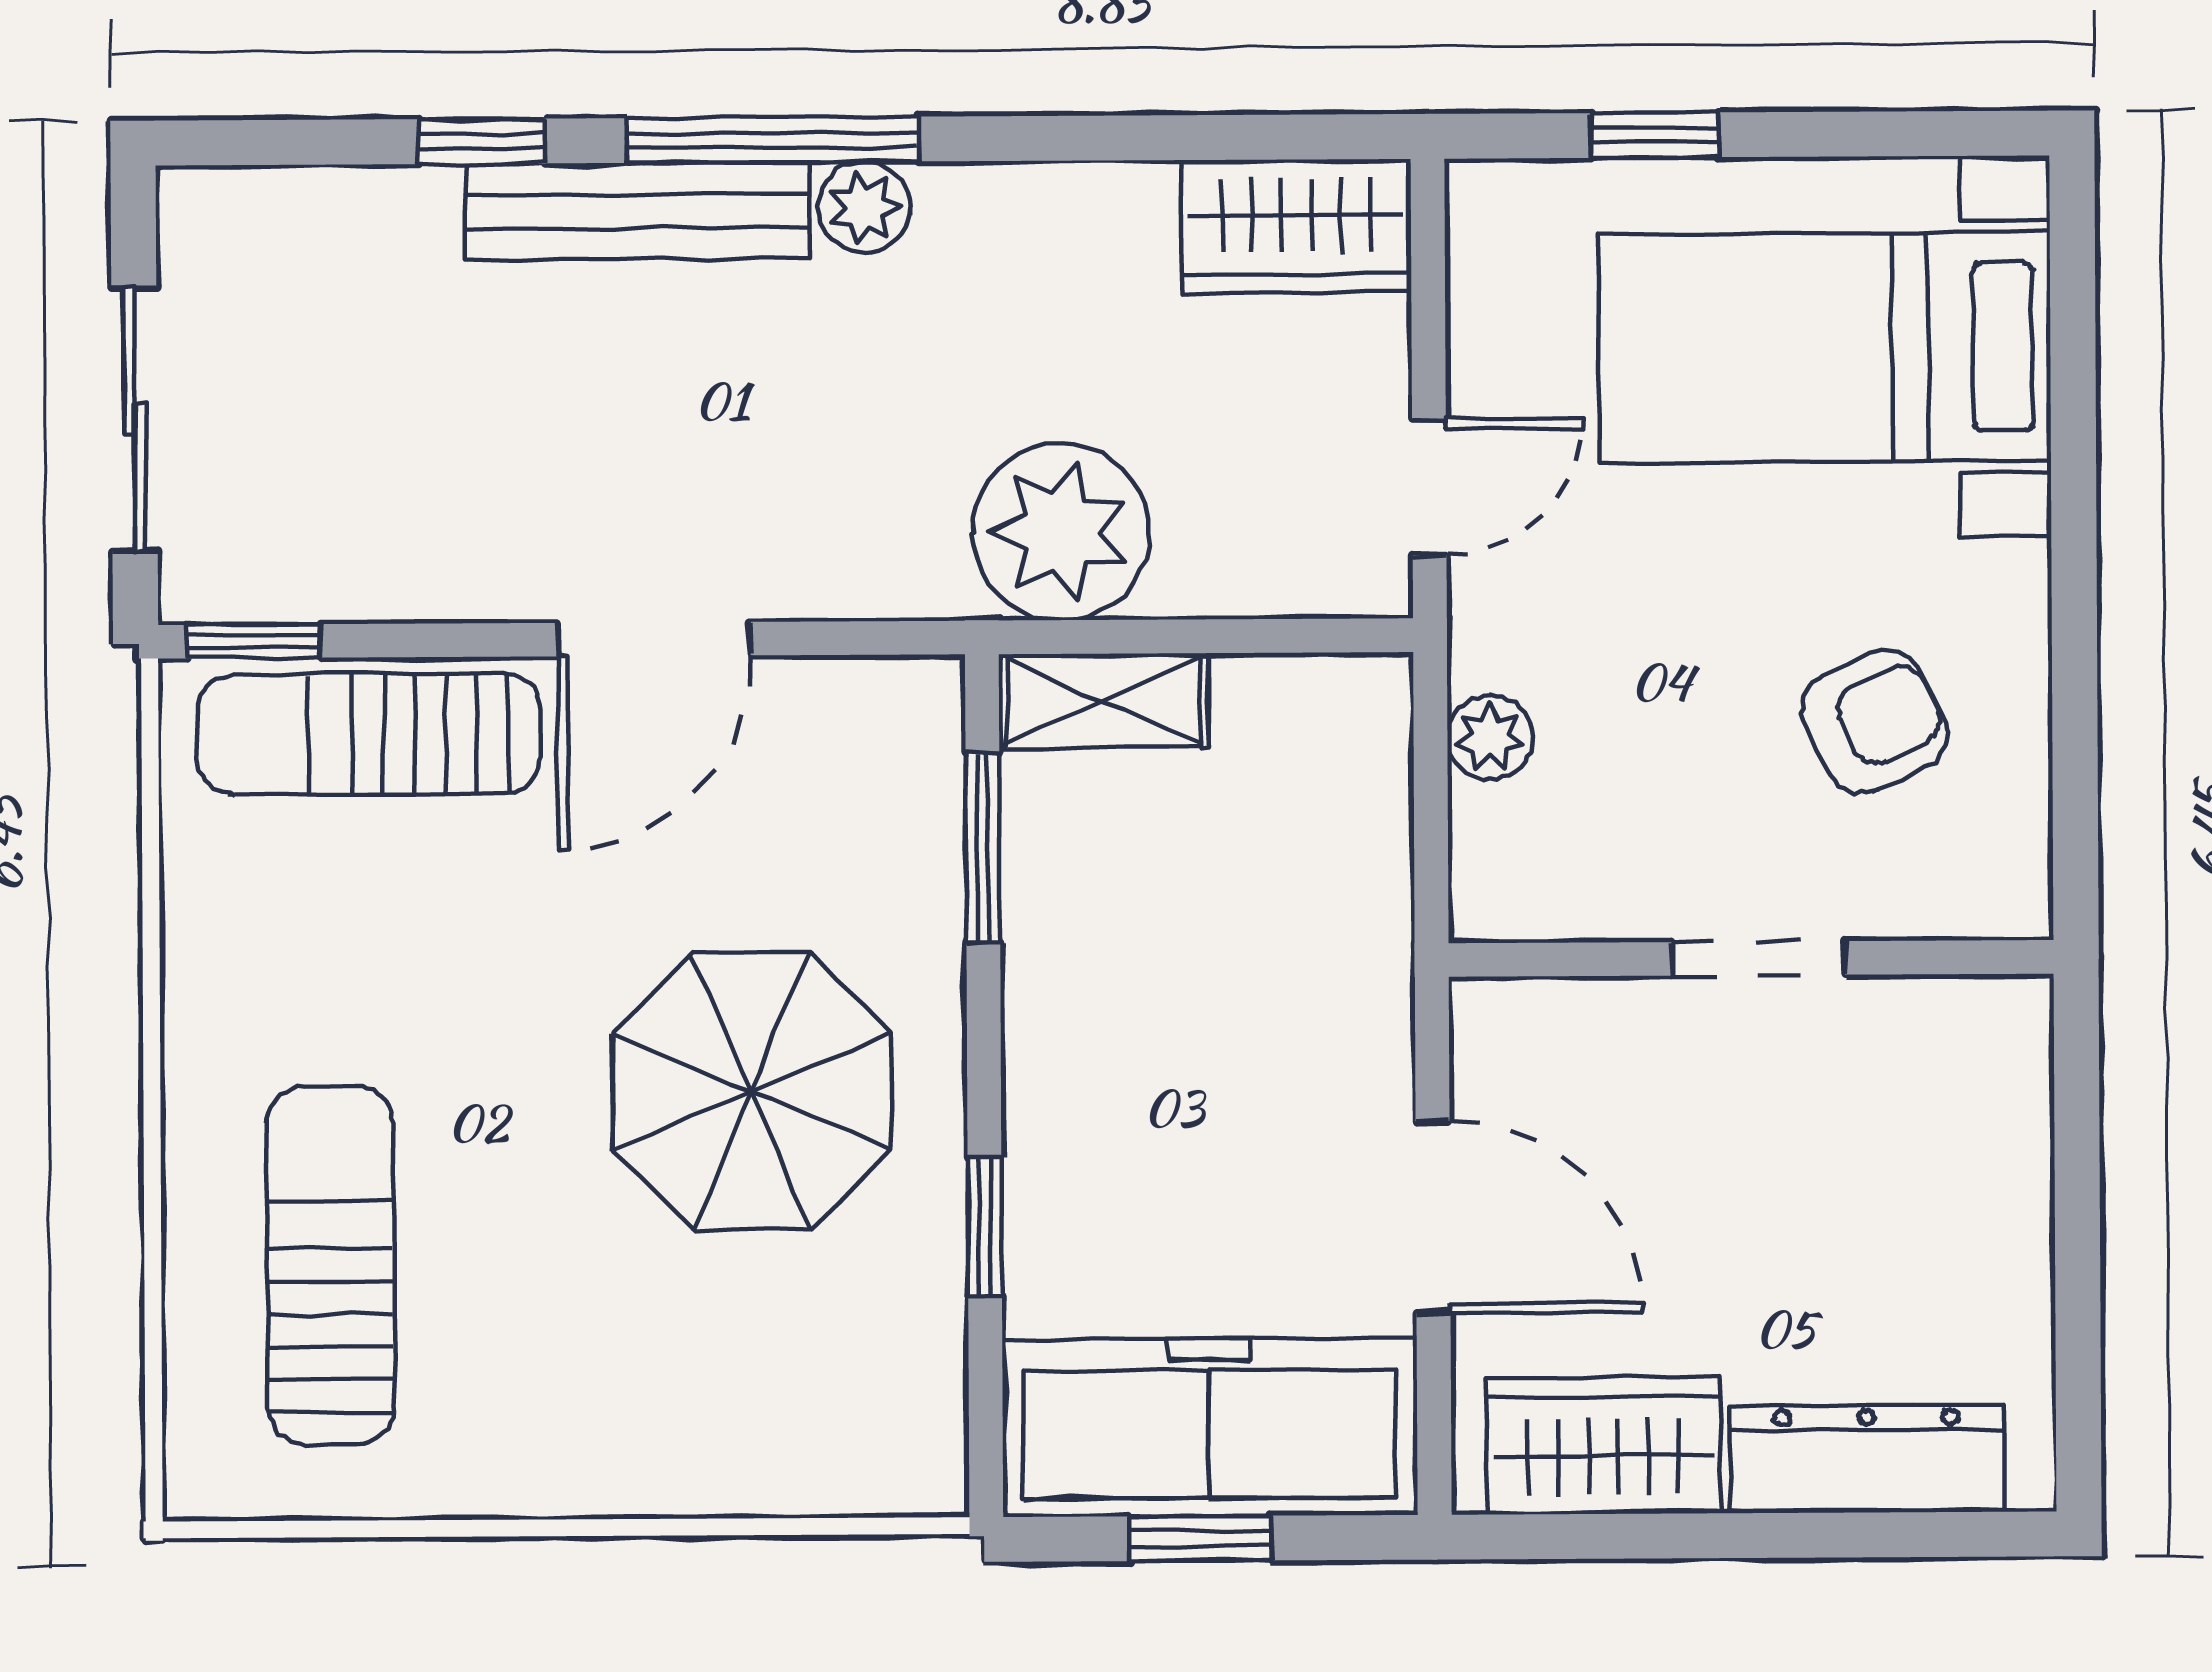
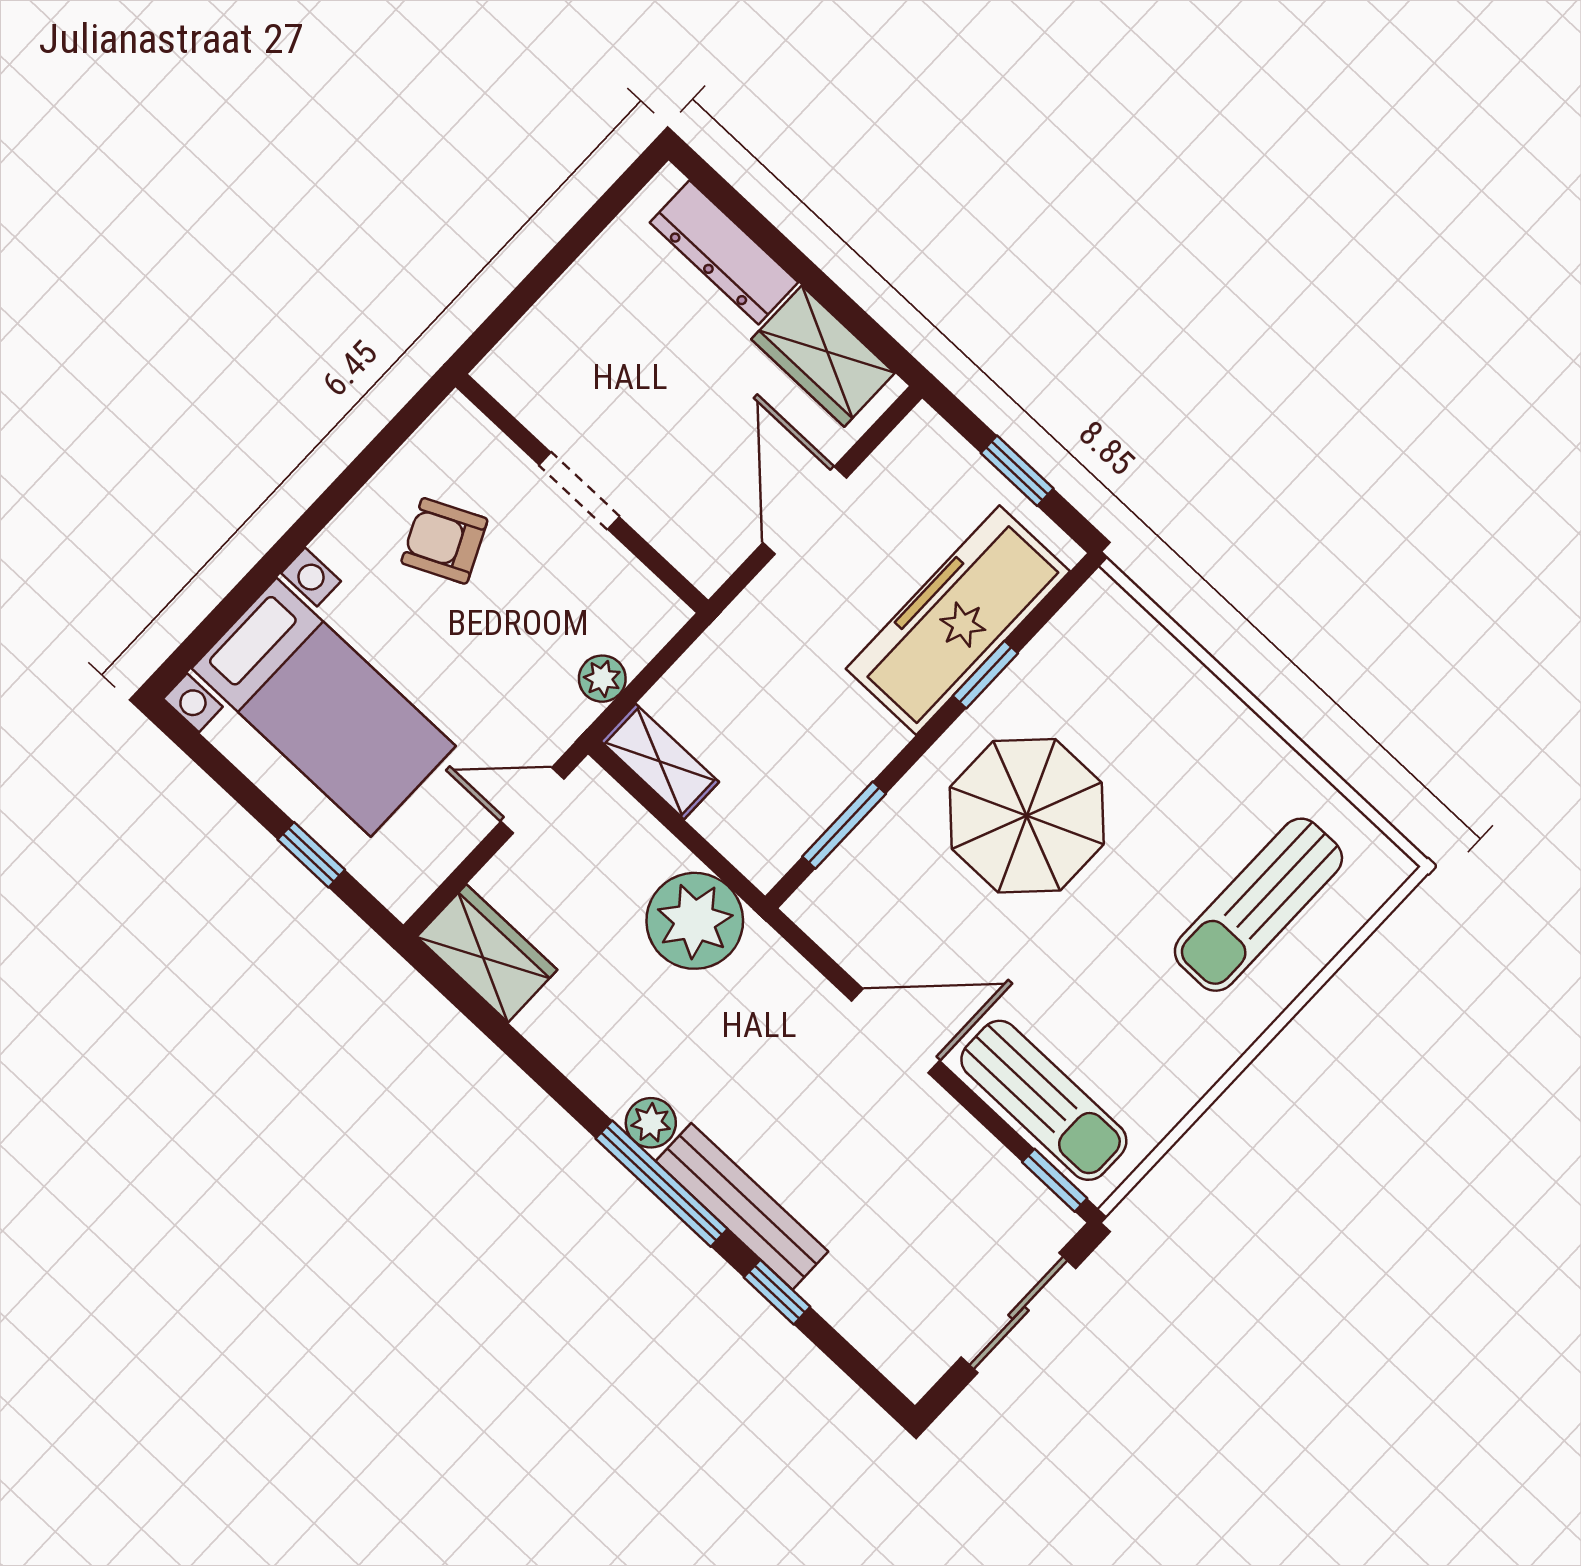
shelving: (1104, 701) -> (660, 762), moved
freezer: (1209, 1427) -> (958, 620), moved, turned 90

